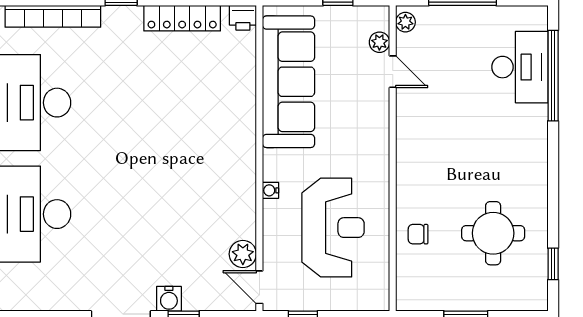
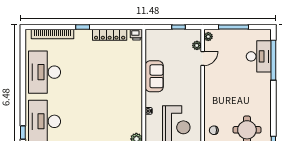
door: (393, 72) -> (203, 58), hinge flipped
sofa: (289, 82) -> (154, 76), width x0.54, depth x0.79

